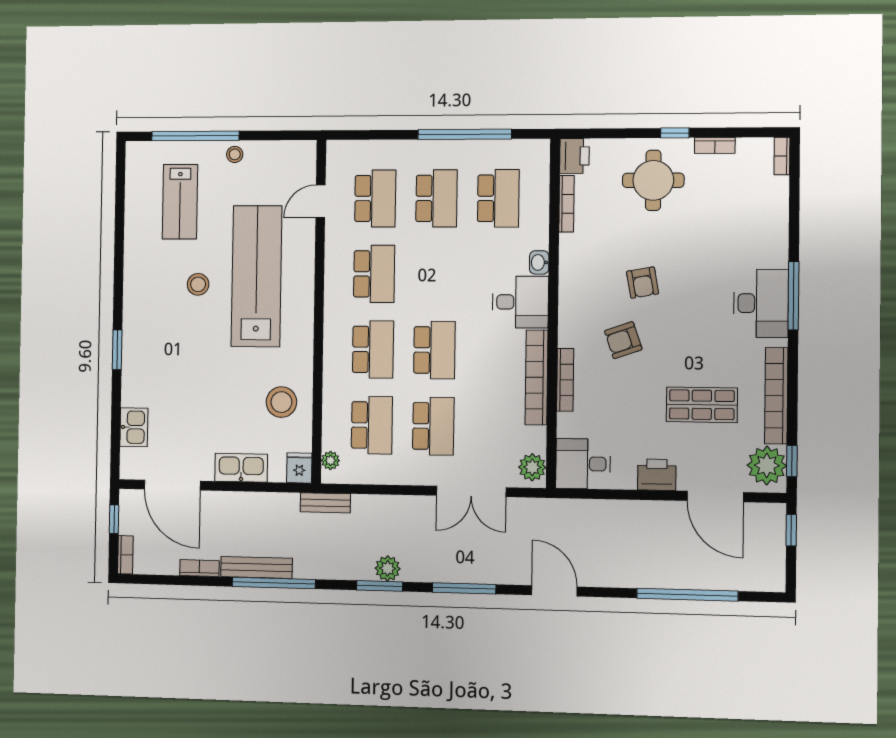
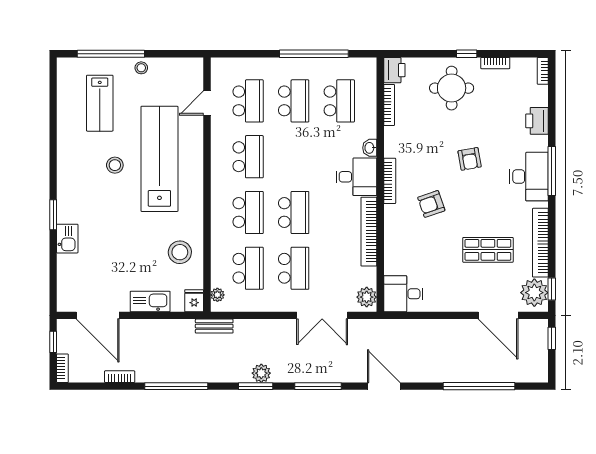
armchair: (643, 283) -> (470, 159), moved
bookcase: (565, 380) -> (390, 181), moved
kitchen sink: (134, 427) -> (67, 239), moved
printer: (657, 475) -> (537, 121), moved, turned -90
bench: (256, 567) -> (163, 375), removed

